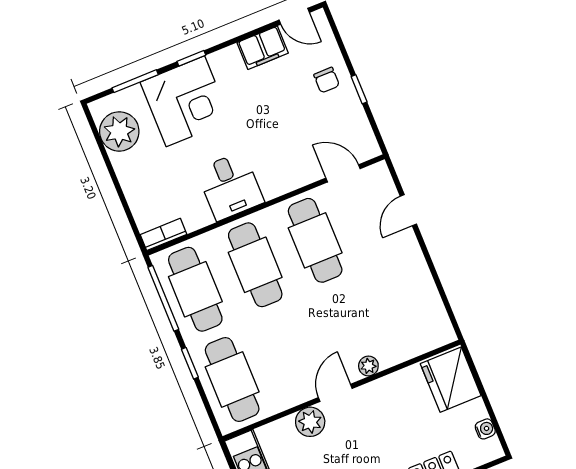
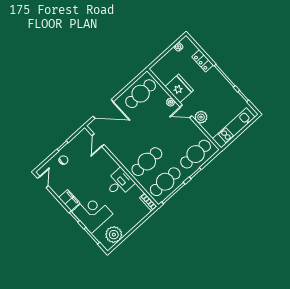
filing cabinet: (263, 48) -> (69, 200), moved
door: (408, 210) -> (103, 109), width x1.88
cafe table: (315, 240) -> (141, 94), moved
fridge: (451, 380) -> (179, 88), moved, turned -90

